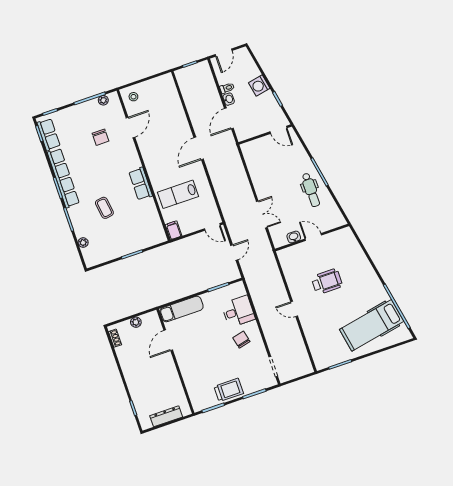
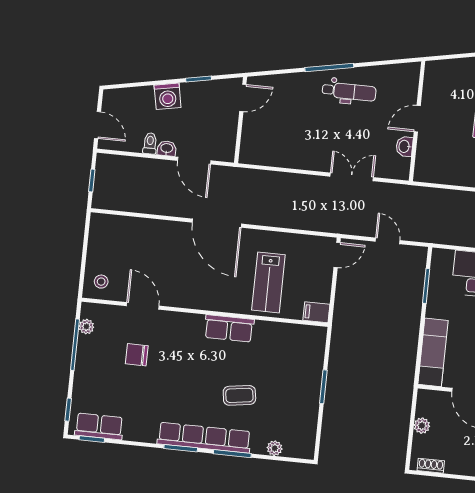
chair: (100, 137) -> (137, 355), turned 180
door: (199, 148) -> (217, 223), width x1.36
row of seats: (63, 178) -> (204, 438), moved

